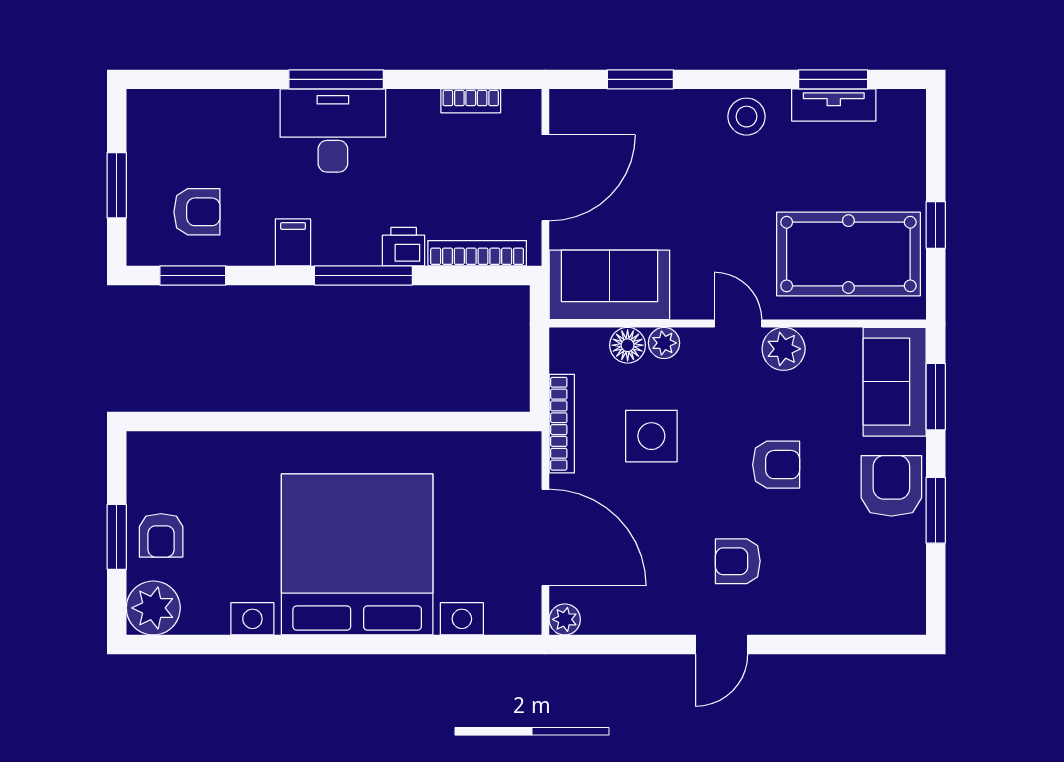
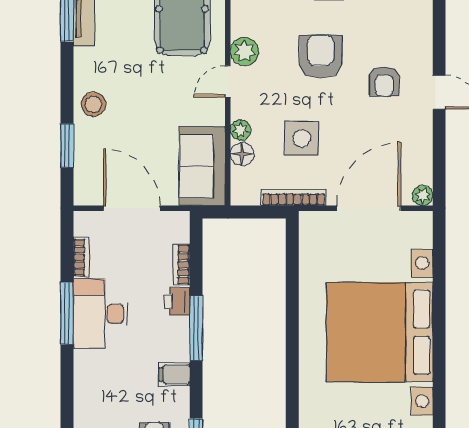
window: (336, 79) -> (67, 313), moved
stool: (746, 117) -> (93, 104), moved
desk: (333, 131) -> (101, 314), moved
bookcase: (477, 253) -> (181, 265), width x0.64
armchair: (776, 465) -> (321, 56), width x1.38, depth x1.38

